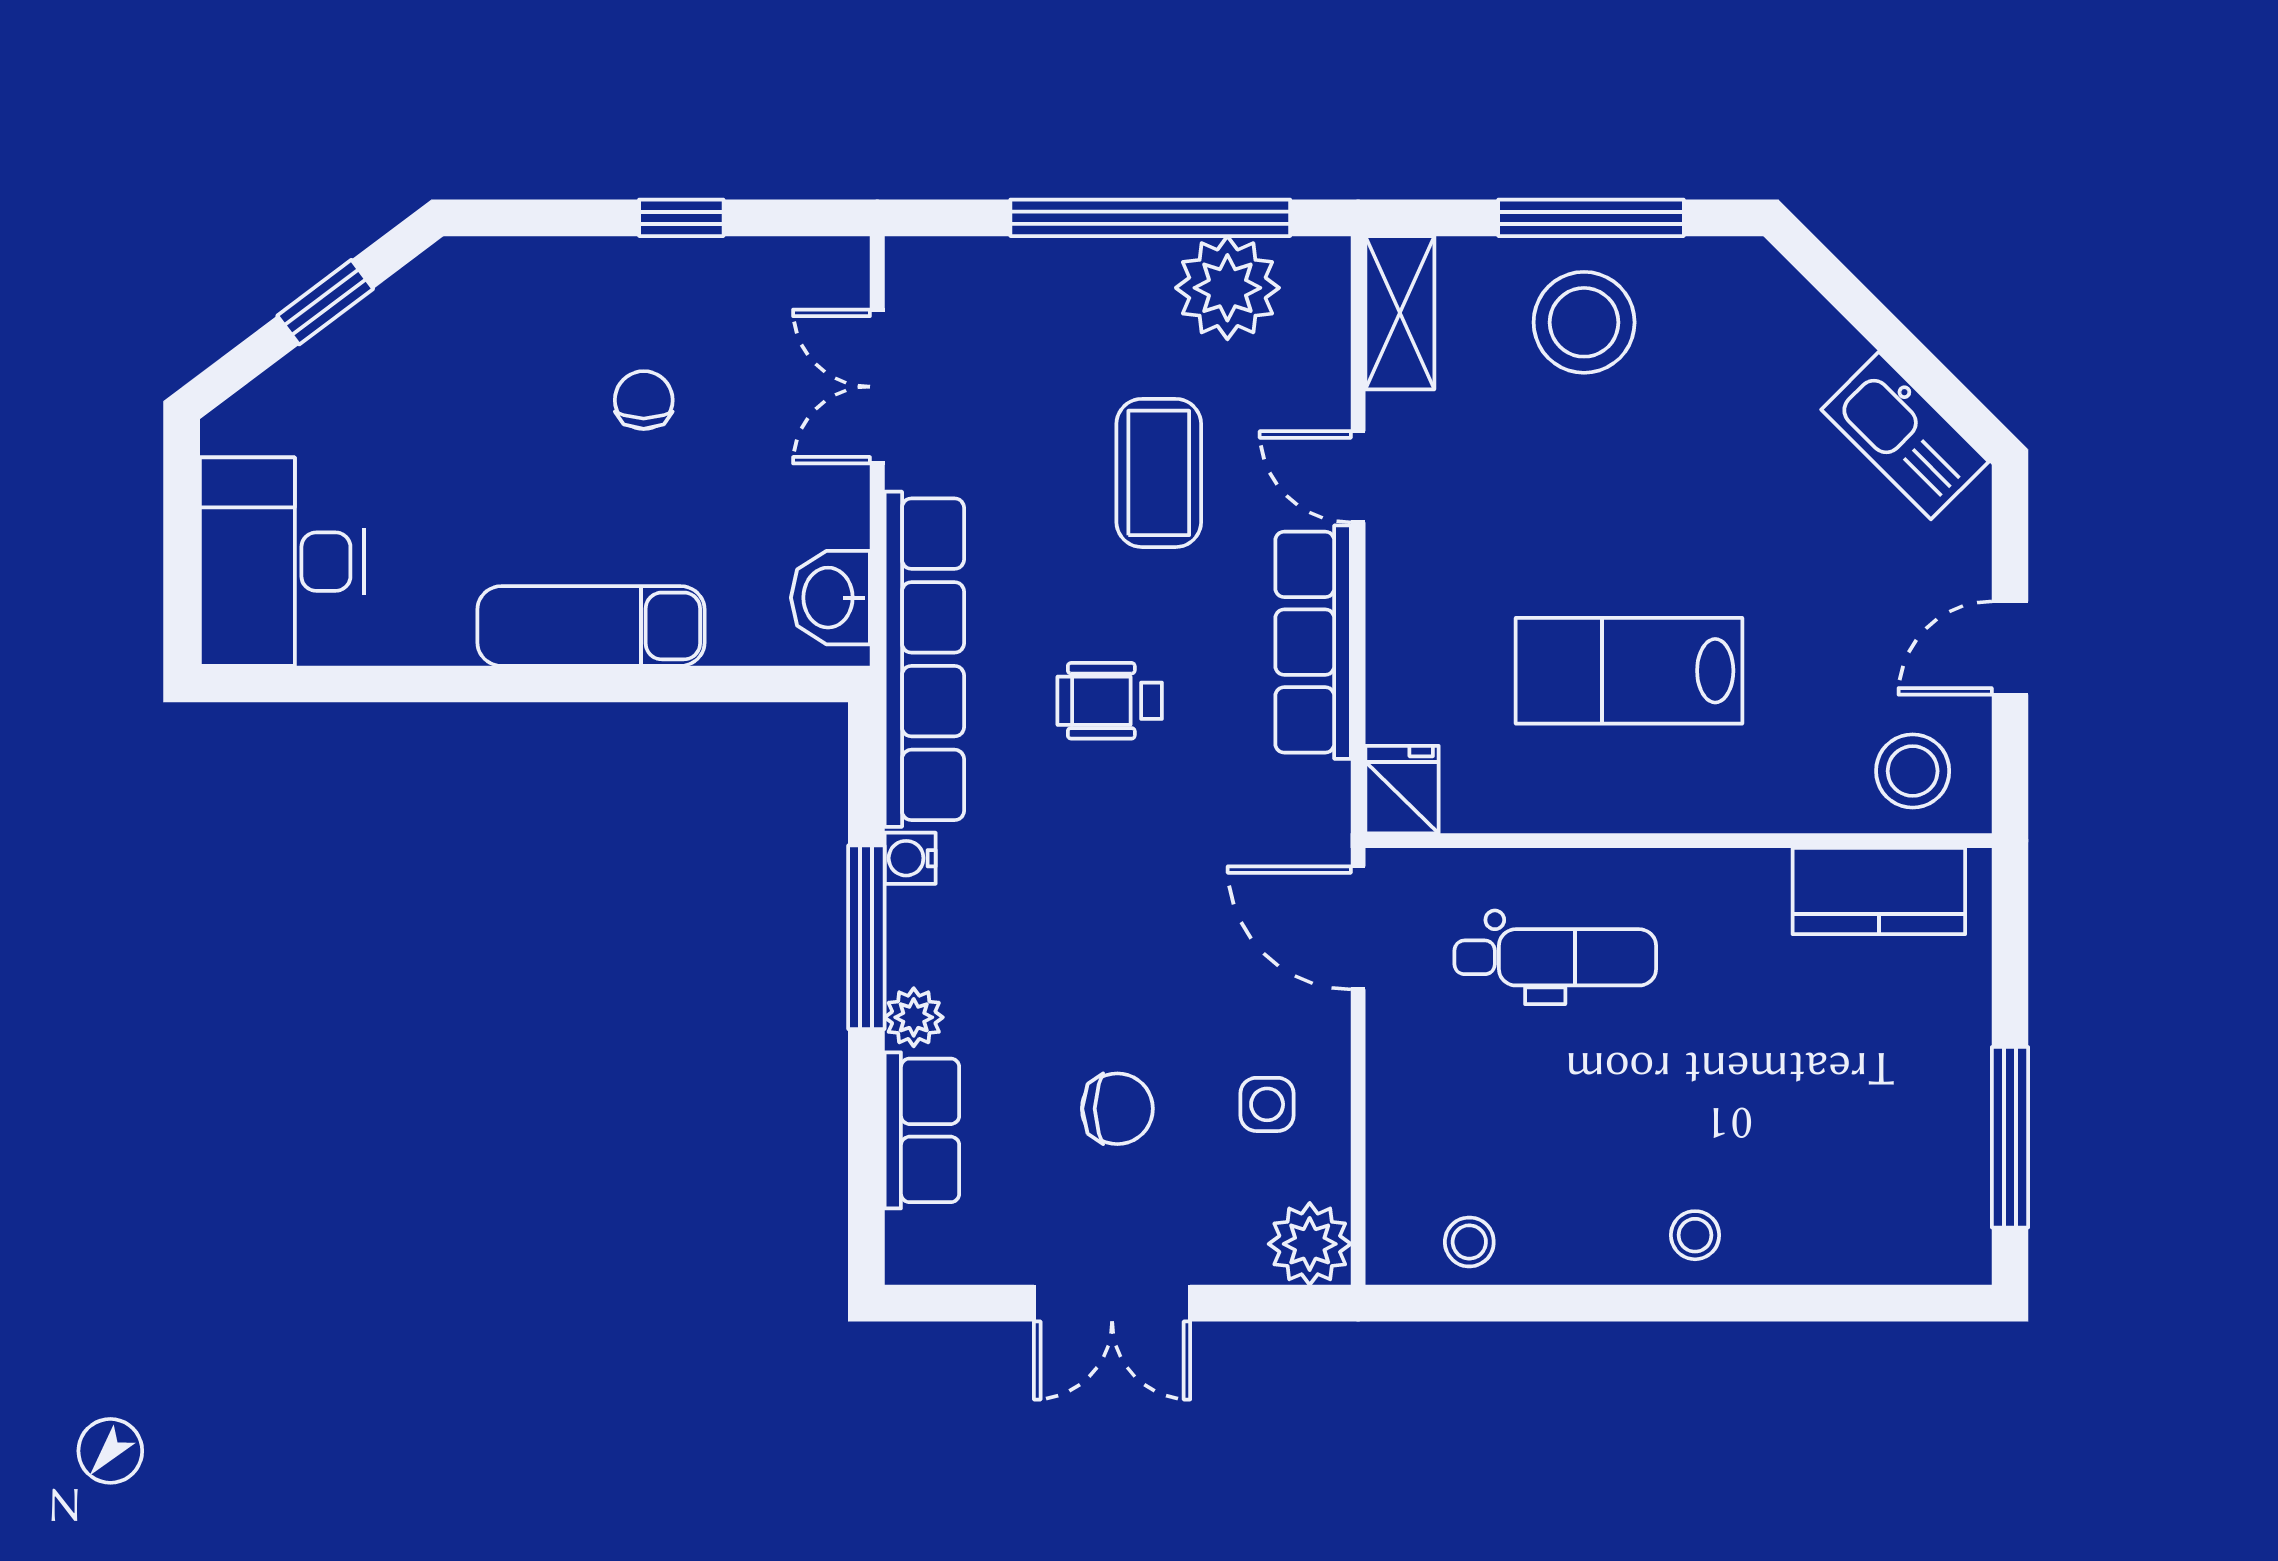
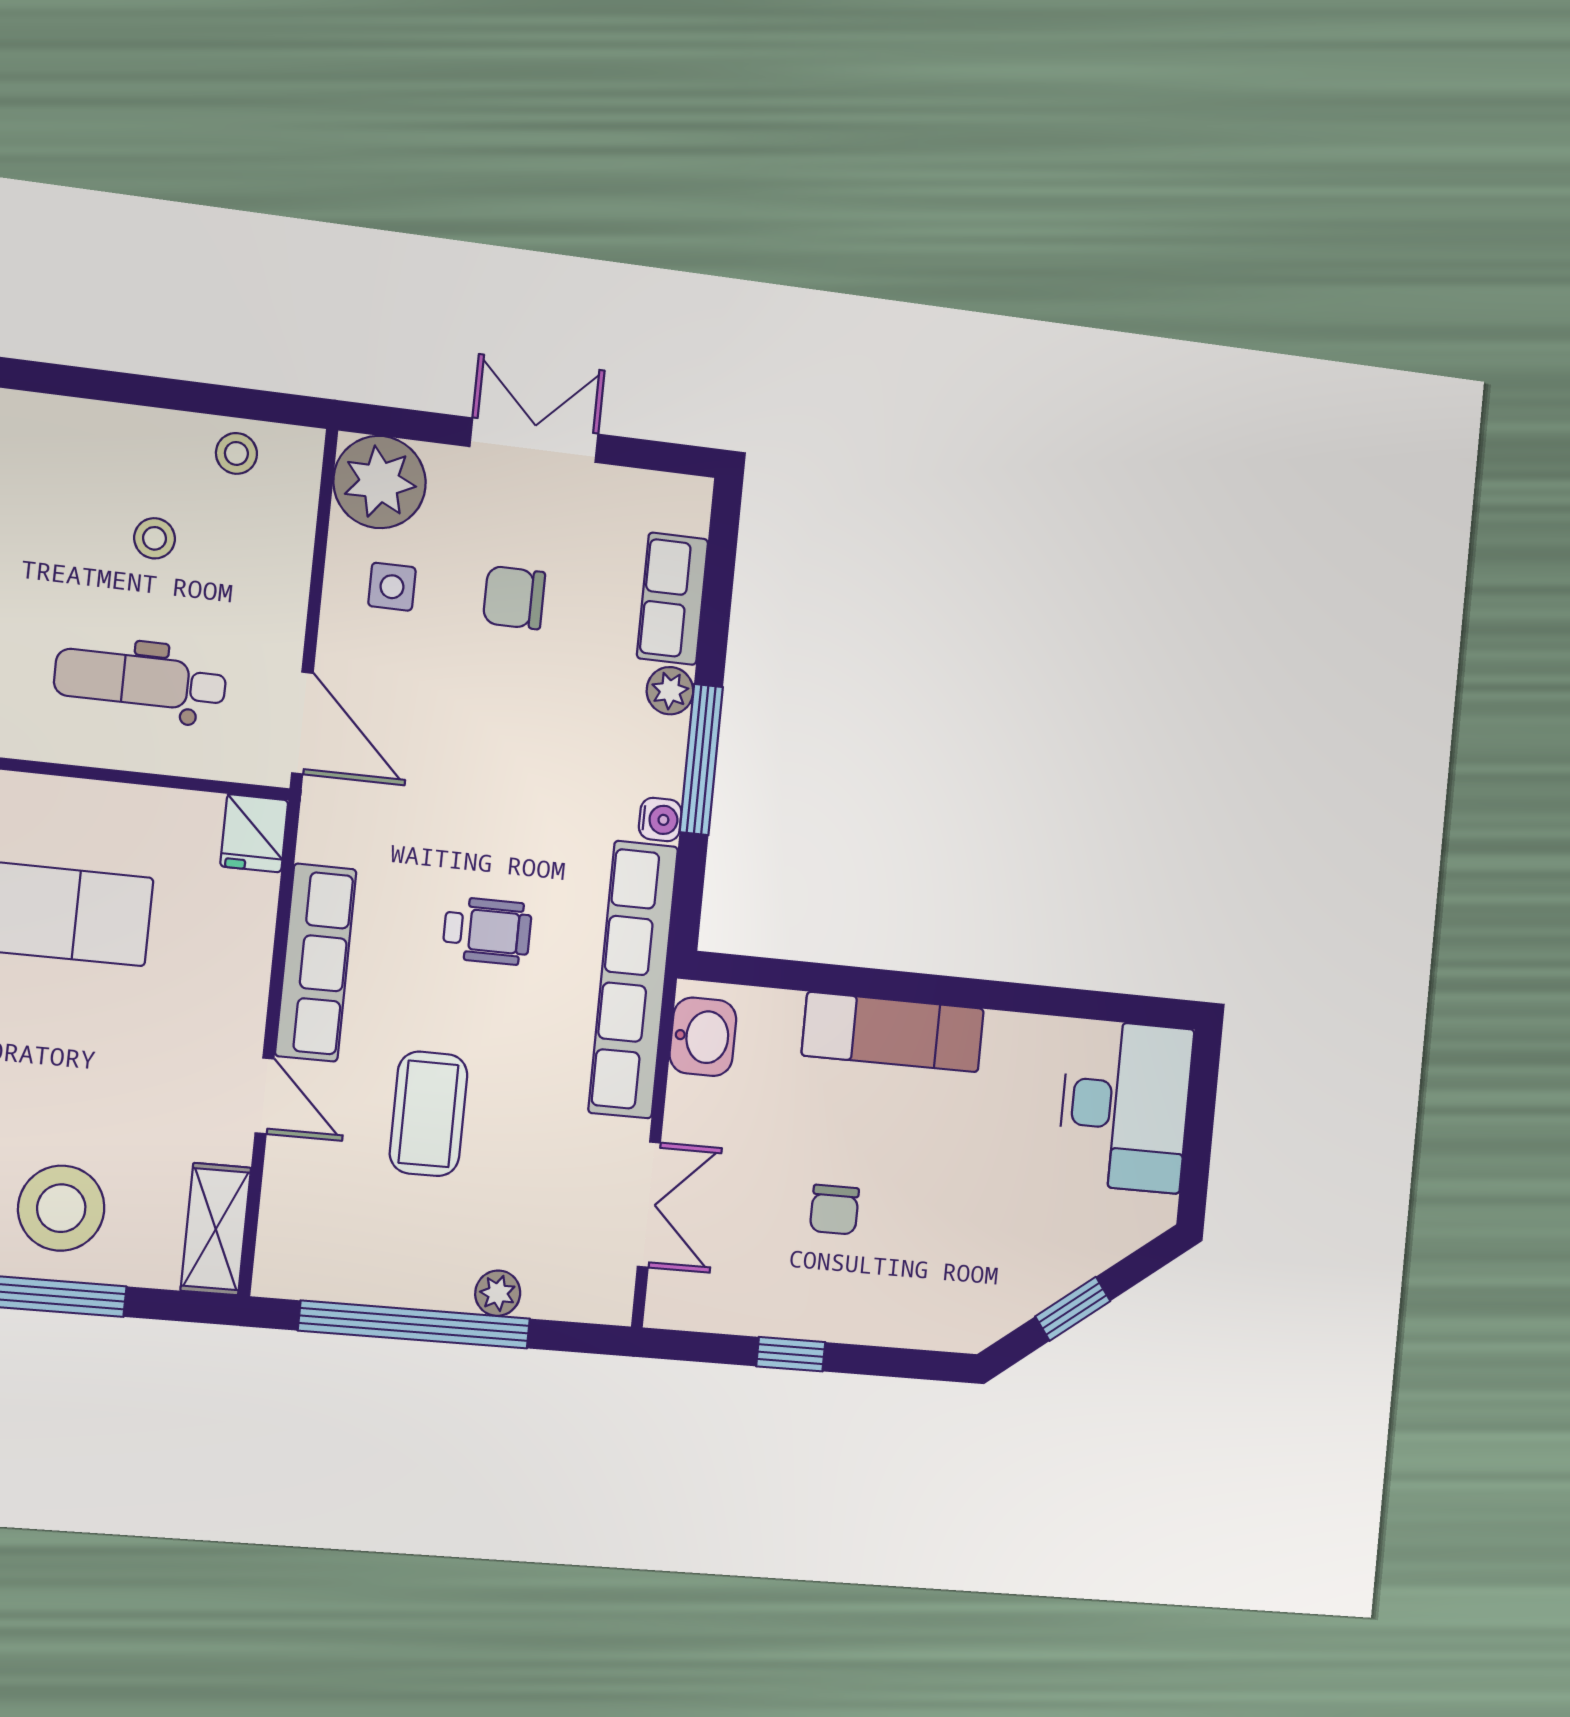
plant: (1227, 288) -> (498, 1293), moved, width x0.53, depth x0.53
stool: (1695, 1235) -> (155, 538), moved
plant: (1310, 1244) -> (380, 482), width x1.36, depth x1.36

